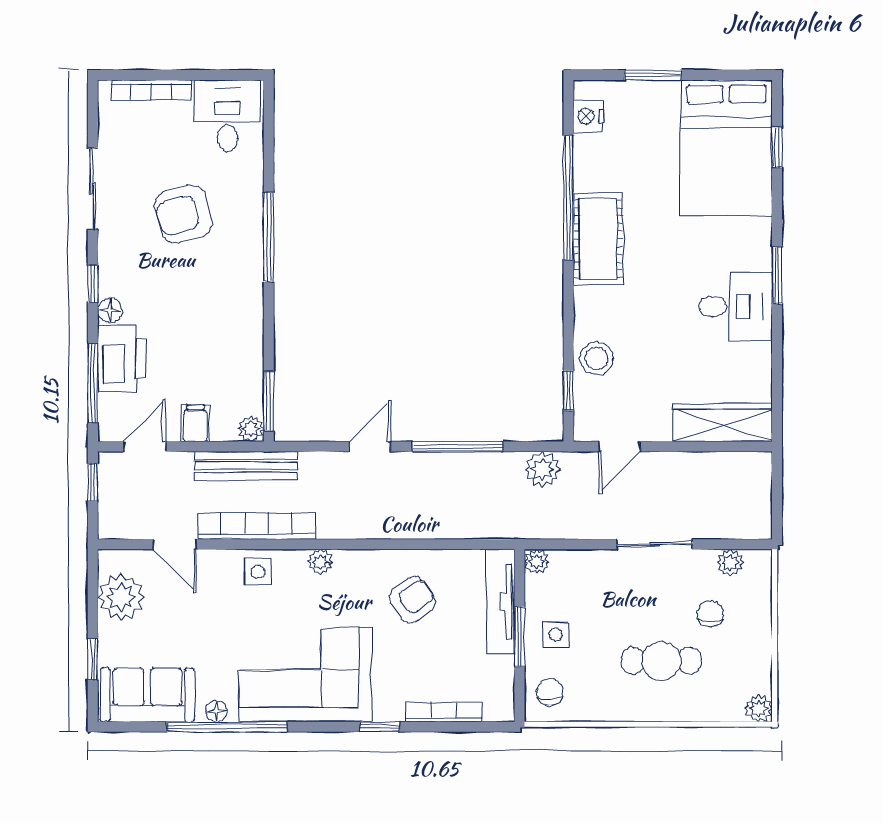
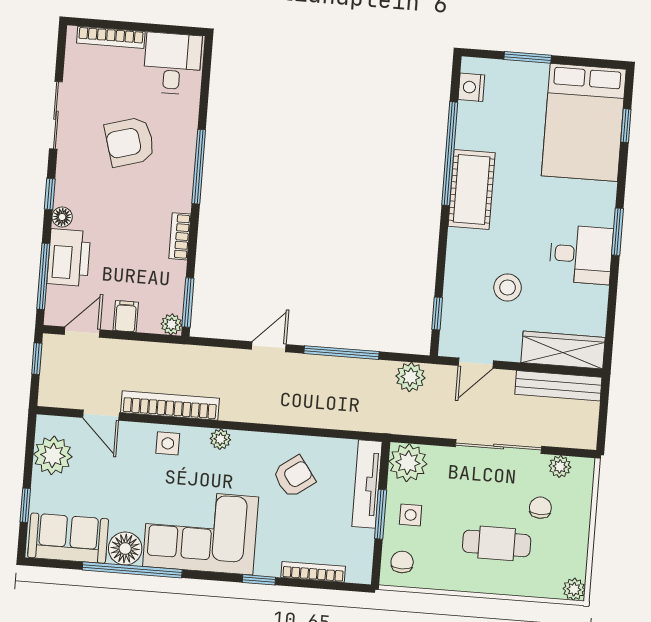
bookcase: (253, 322) -> (180, 236), added
stool: (597, 358) -> (508, 288), moved
bench: (246, 466) -> (558, 386), moved
sliding door: (655, 544) -> (499, 446), width x1.37
plant: (537, 561) -> (408, 463), width x1.88, depth x1.88
floor lamp: (217, 711) -> (125, 549), width x1.89, depth x1.89

